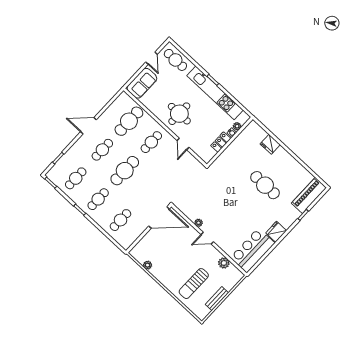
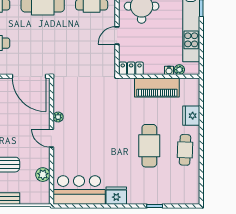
locker: (221, 142) -> (131, 68), moved
cafe table: (287, 167) -> (185, 150), added
piano: (309, 195) -> (157, 88), moved, turned 180

